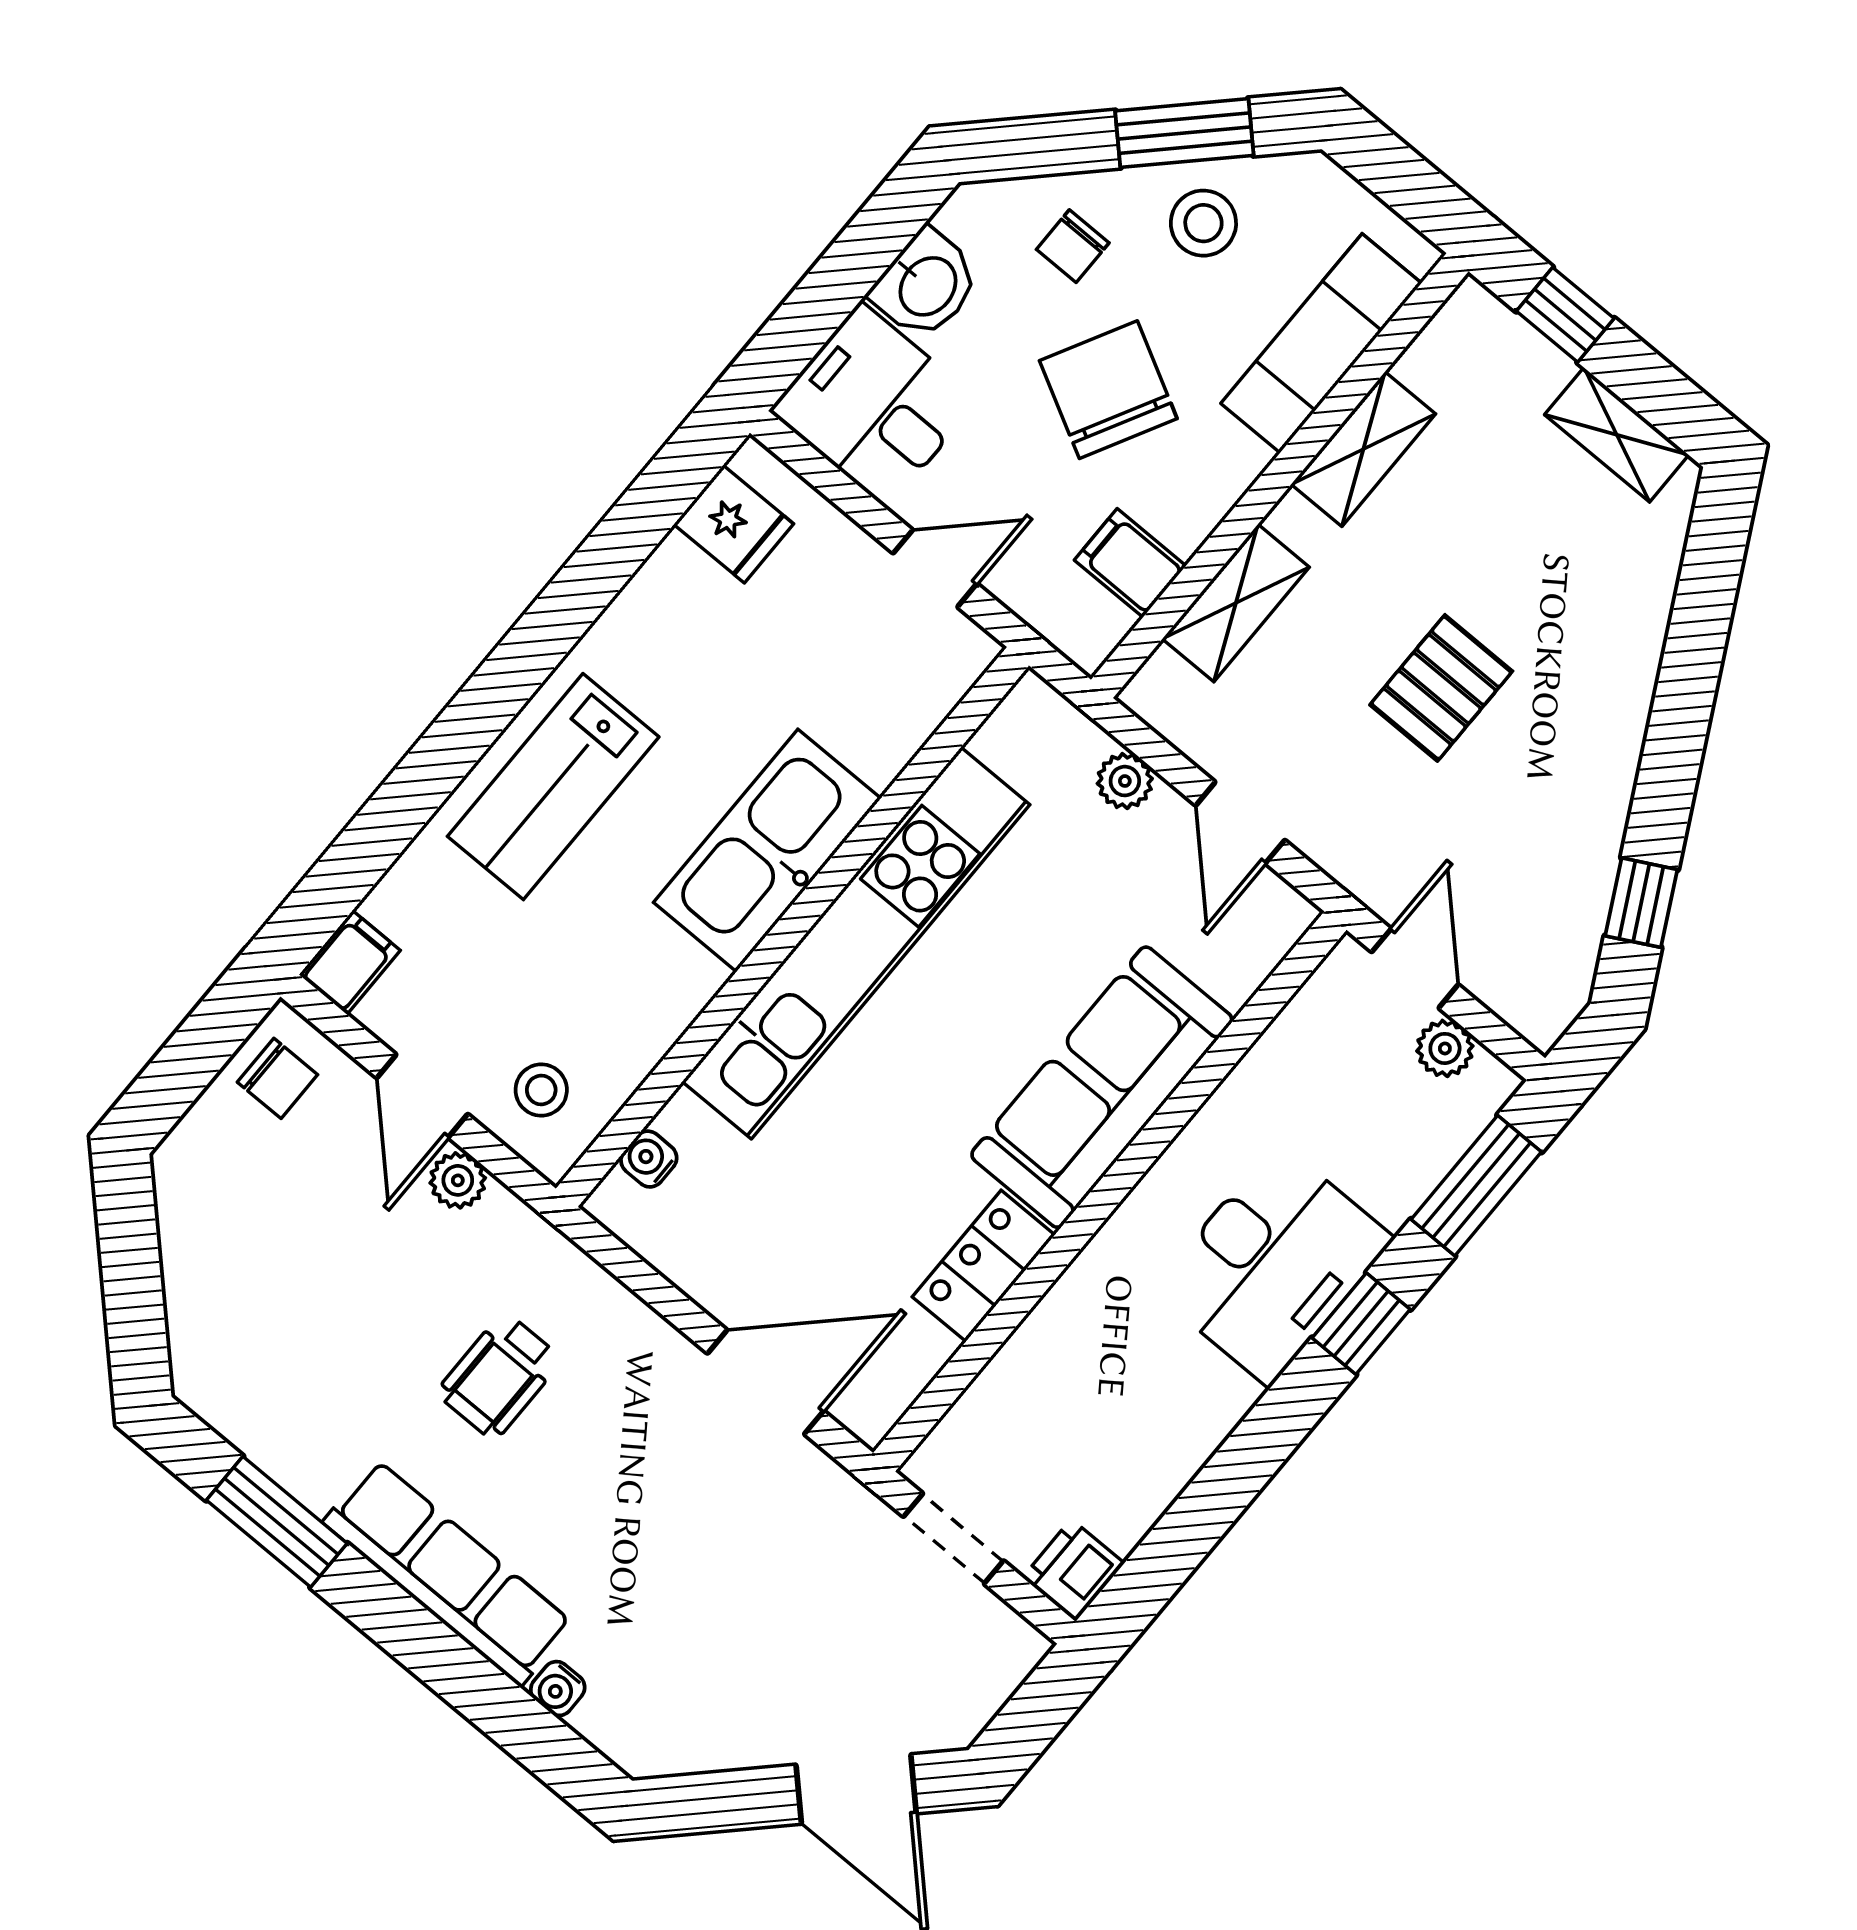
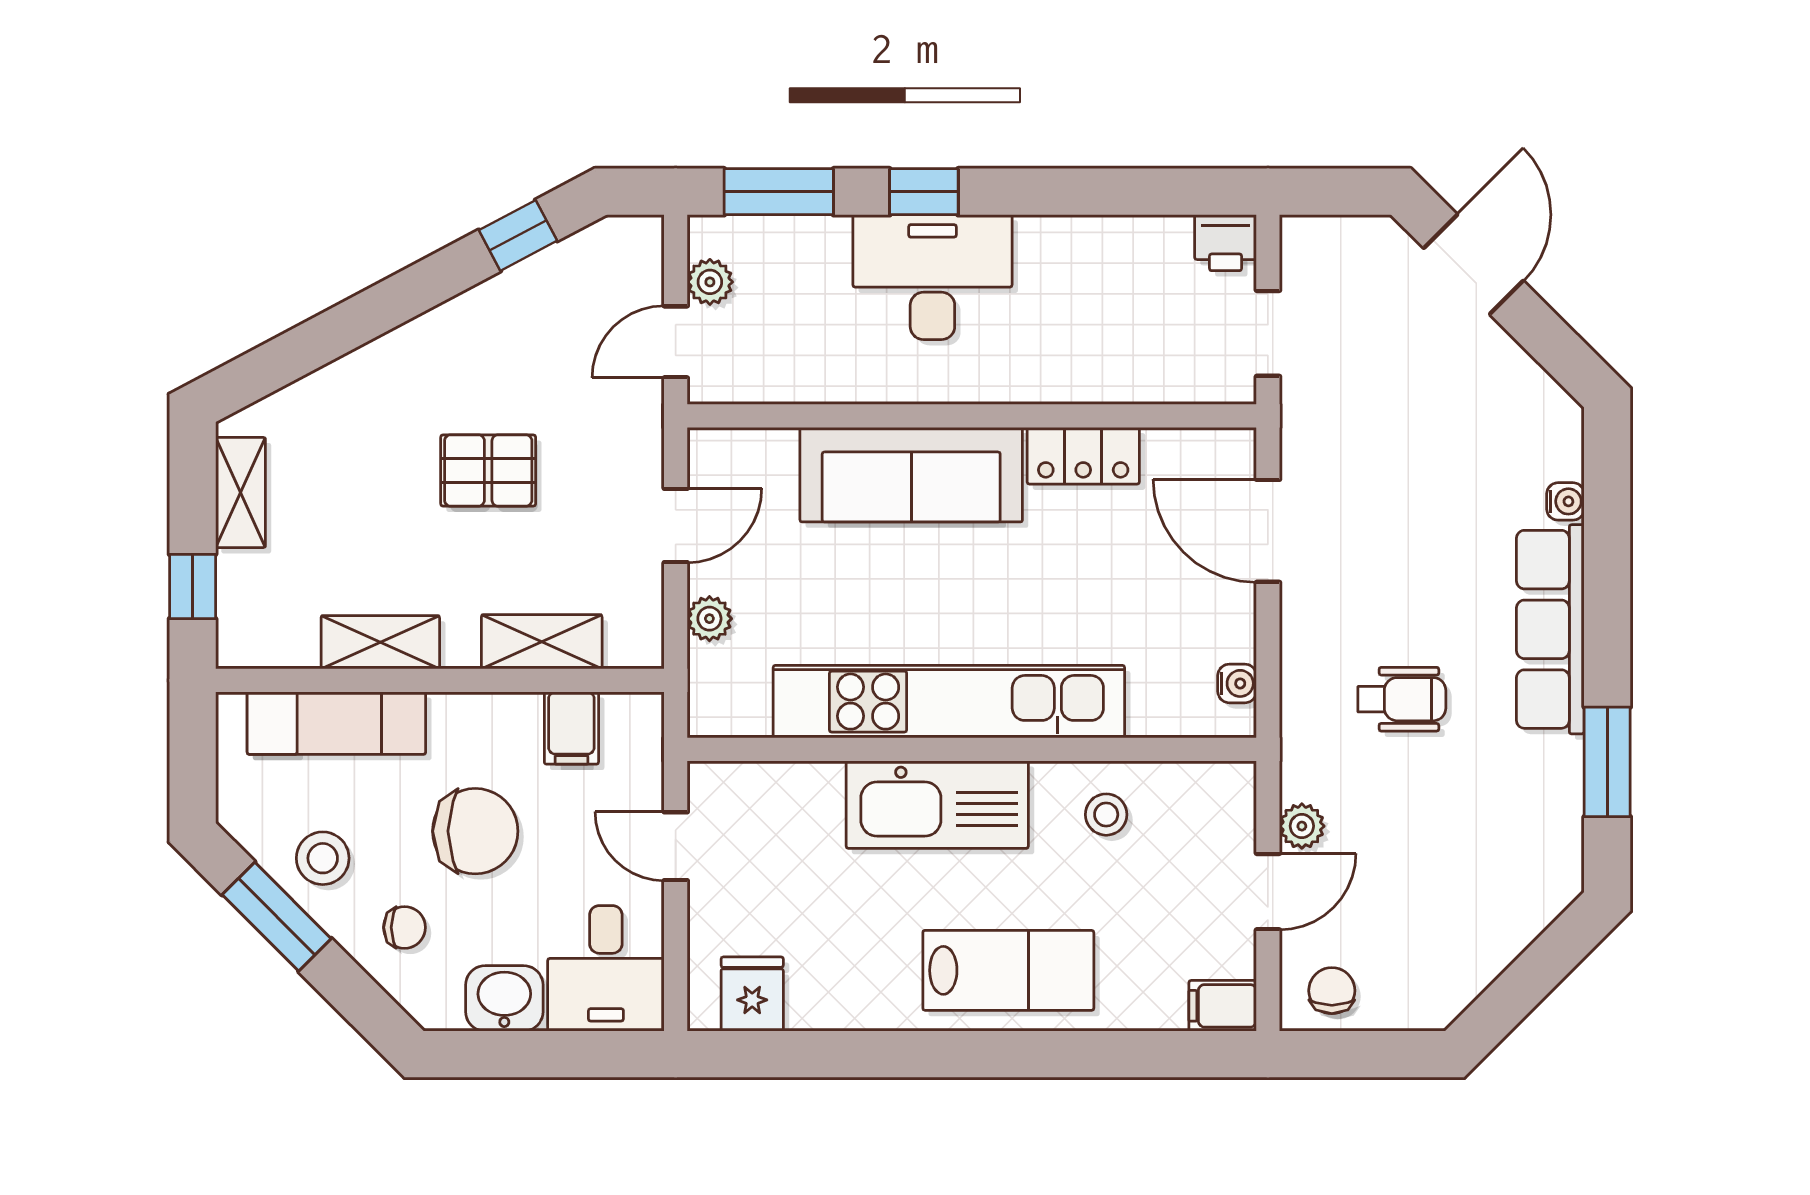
chair: (1108, 390) -> (475, 831), turned -118
stool: (541, 1090) -> (1106, 815), moved
water cooler: (649, 1159) -> (1237, 683), moved, turned -90

